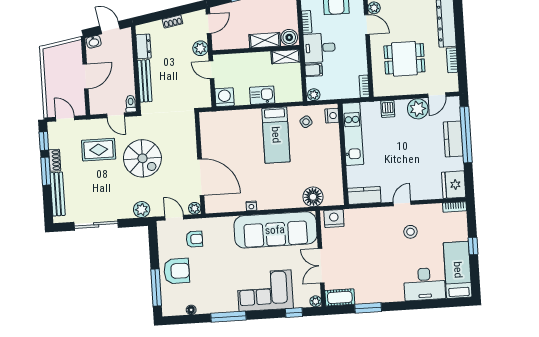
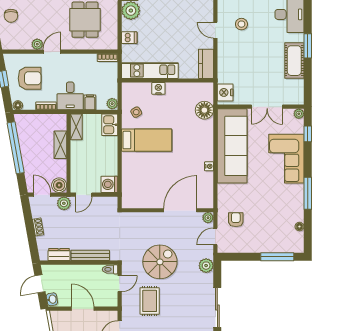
boiler: (289, 37) -> (59, 185), moved
kitchen sink: (262, 95) -> (110, 125), moved
nightstand: (332, 116) -> (158, 88), moved
armchair: (177, 271) -> (264, 237), removed
cot: (340, 297) -> (294, 61), moved, width x1.37, depth x1.34
window: (368, 308) -> (308, 46), moved

